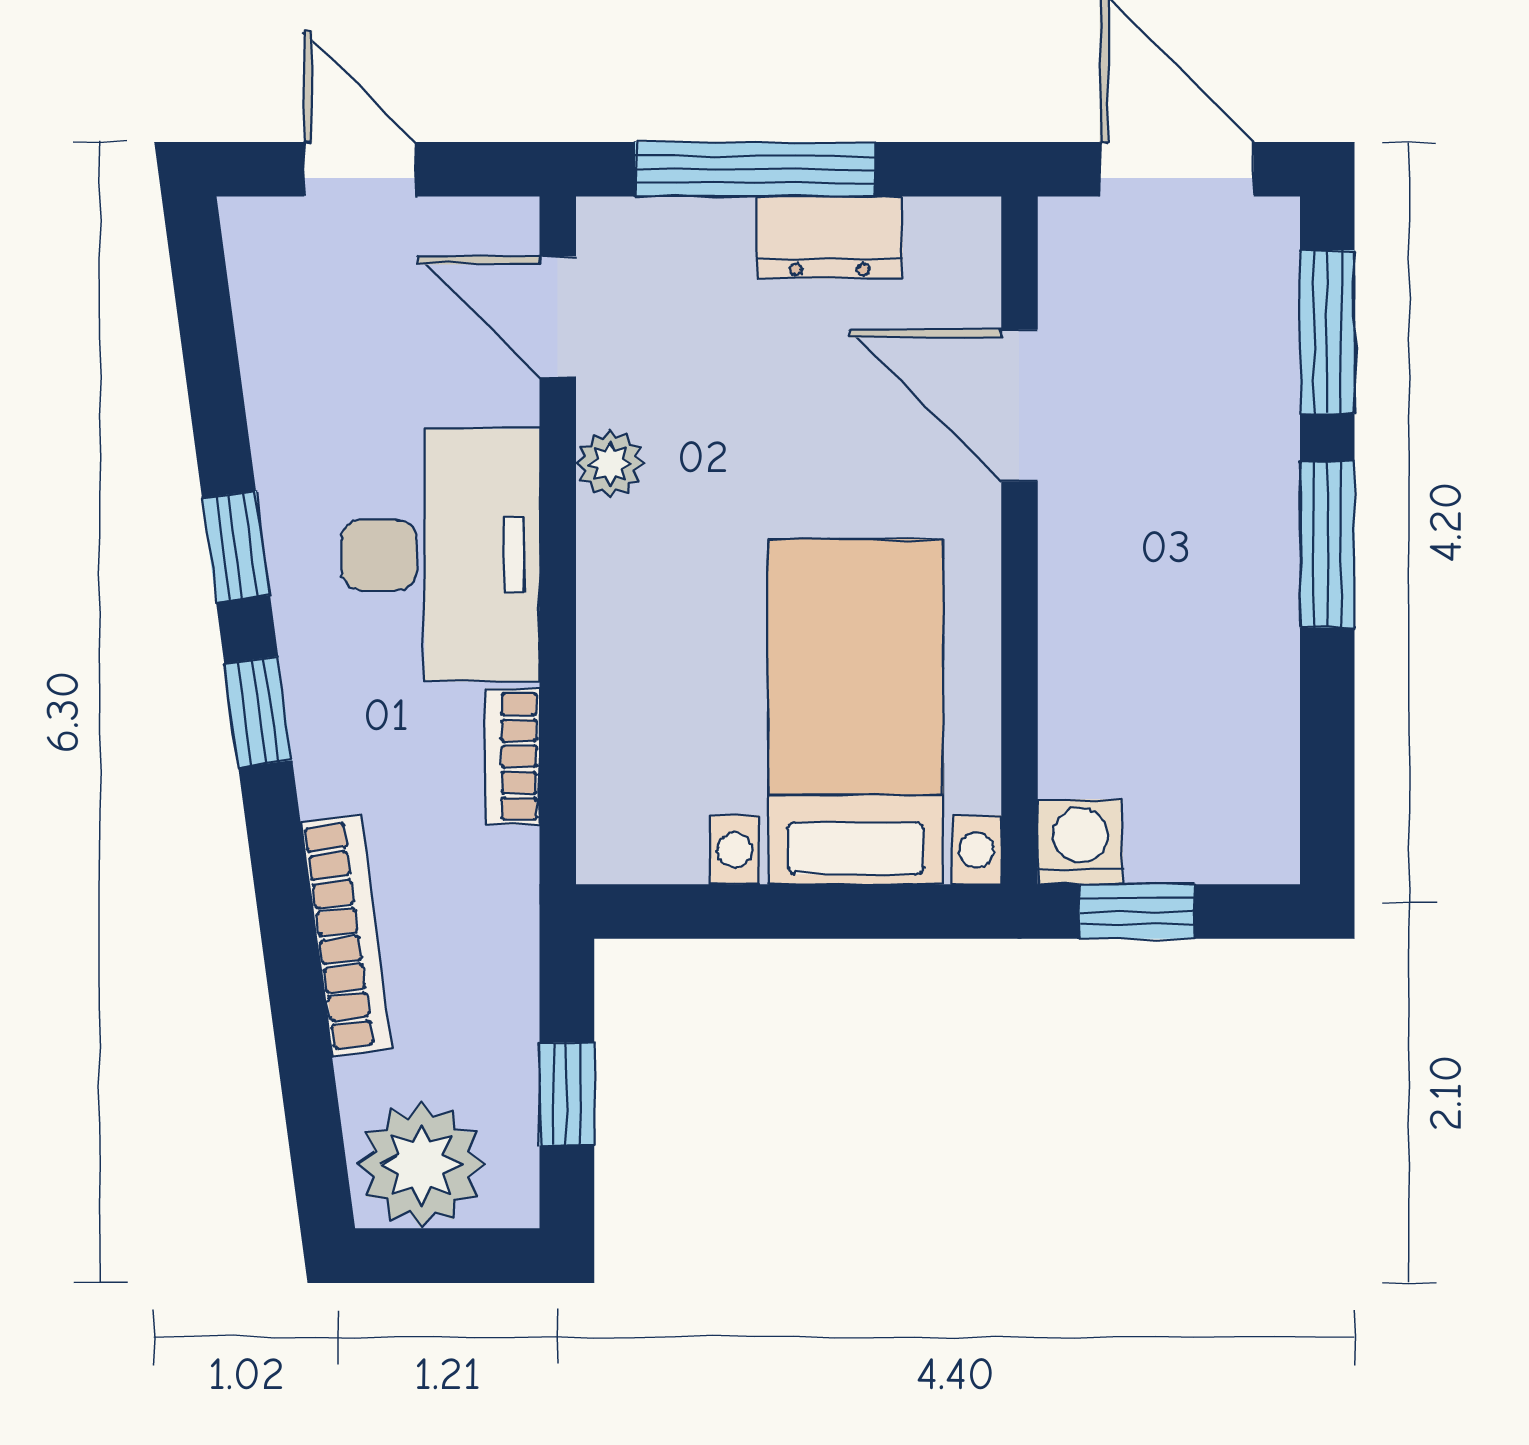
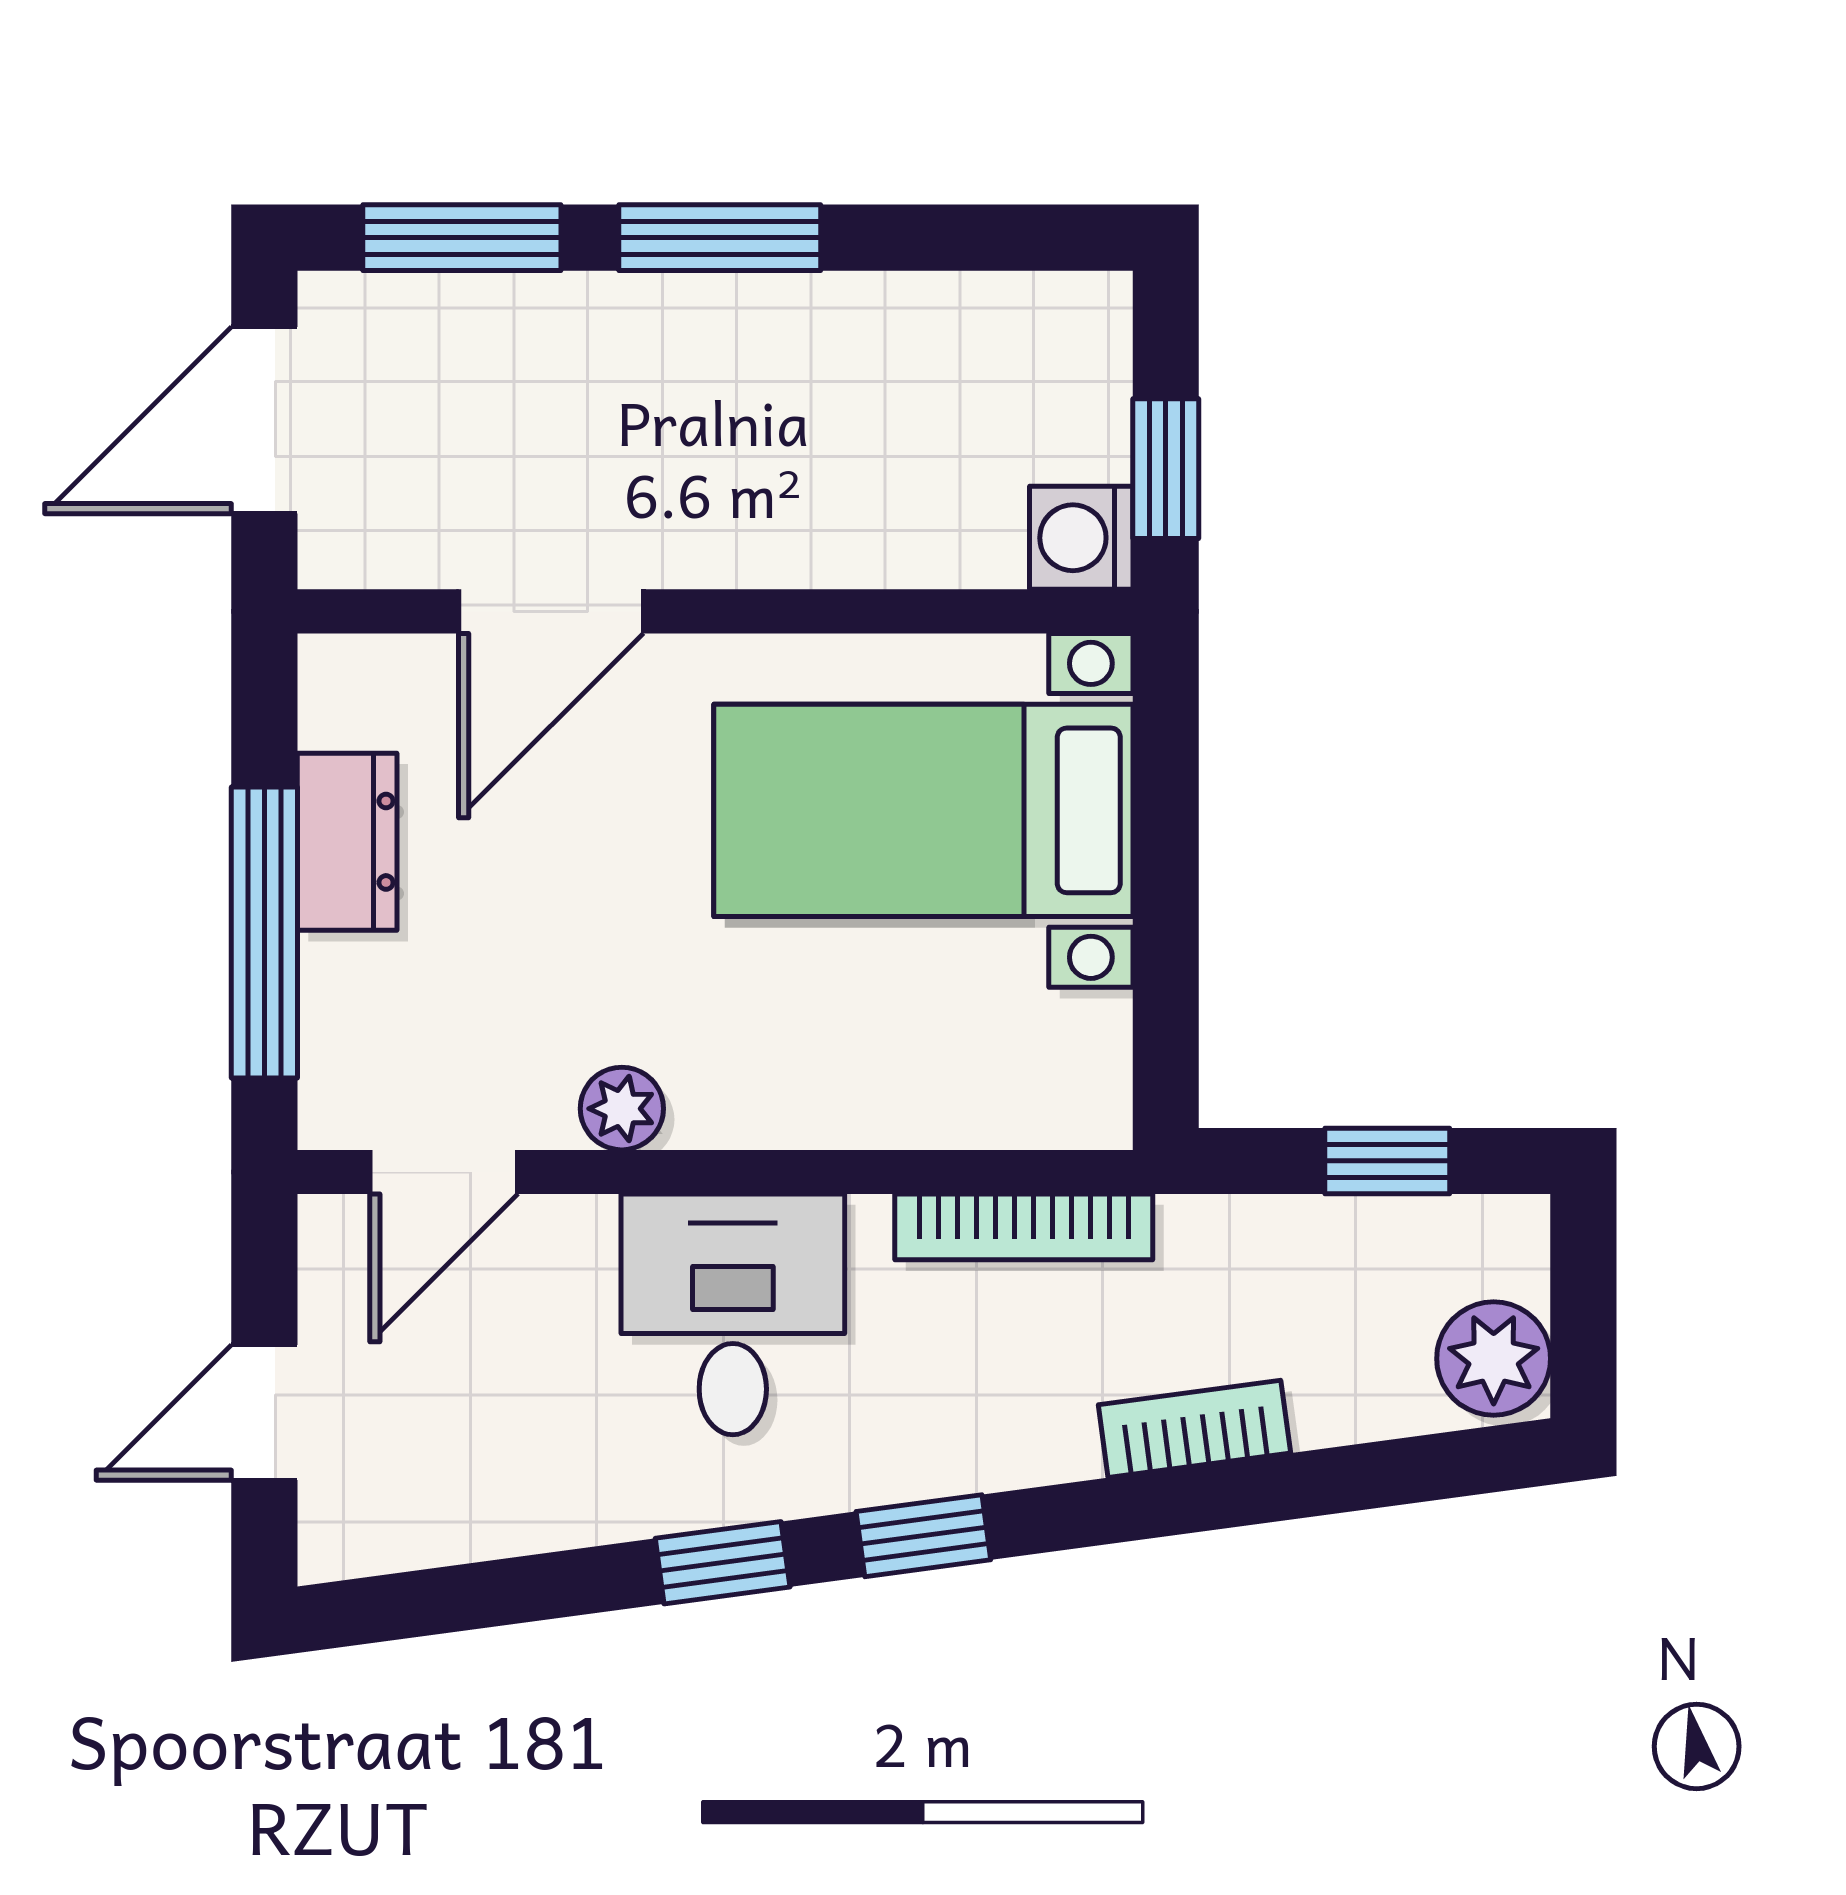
desk: (440, 555) -> (733, 1314), width x0.73
bookcase: (513, 756) -> (1024, 1227), width x1.56
bookcase: (346, 935) -> (1194, 1429), width x0.64
plant: (421, 1165) -> (1494, 1359), width x0.73, depth x0.73

